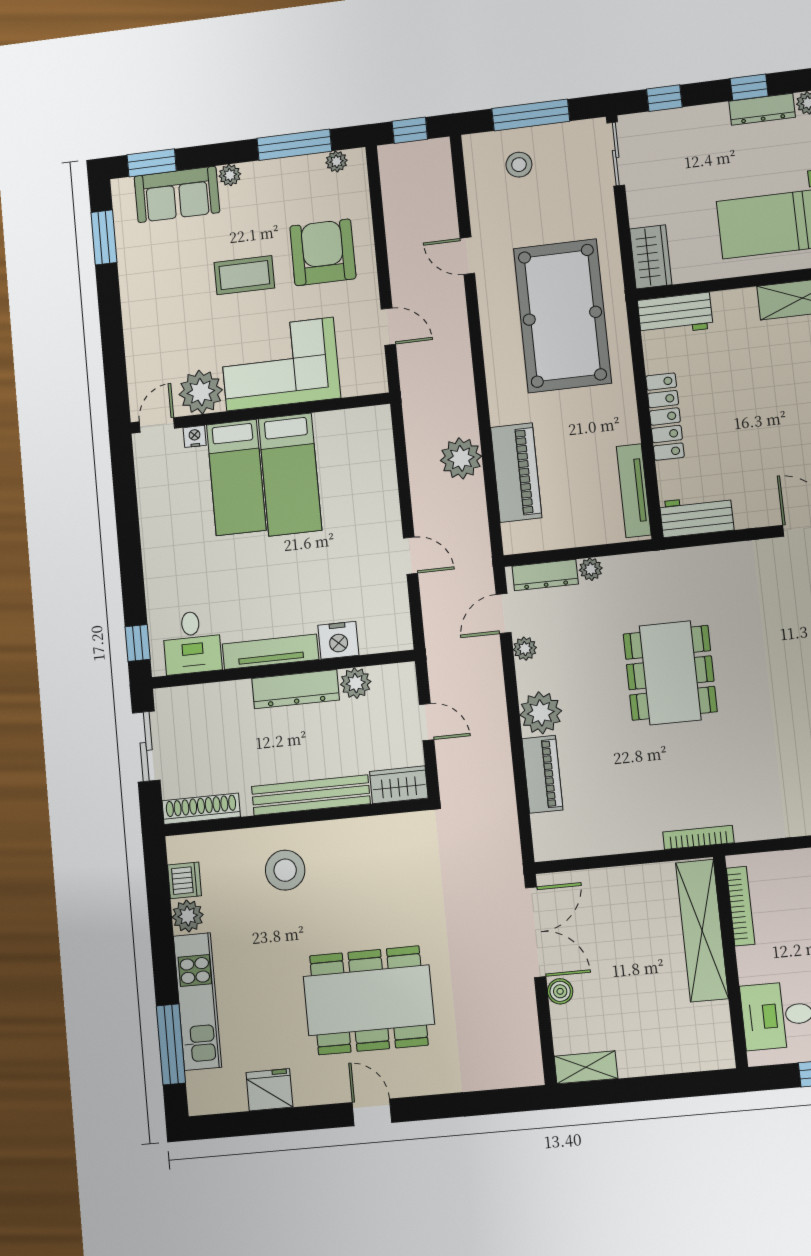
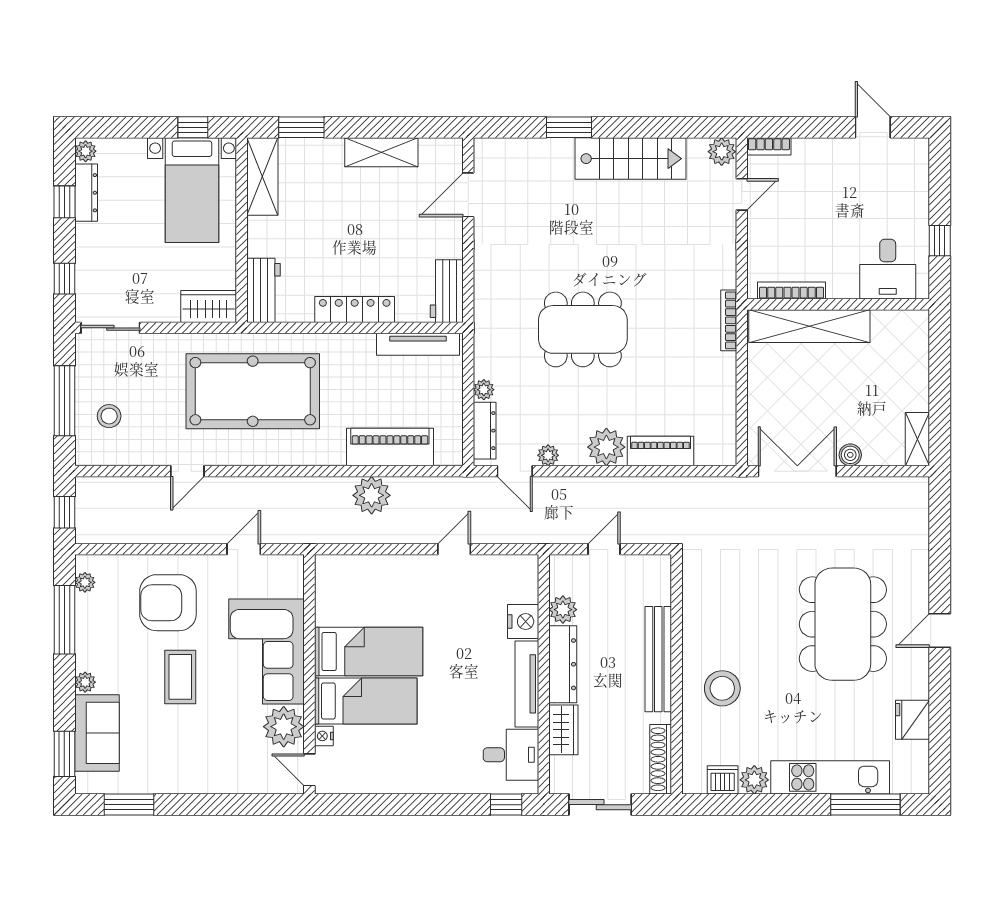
wardrobe: (399, 785) -> (563, 730), moved, turned 180

